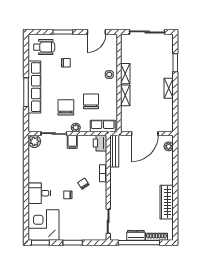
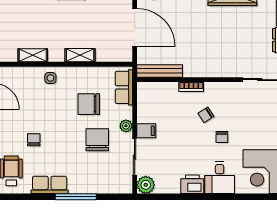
shelving: (125, 74) -> (33, 55), moved
row of seats: (34, 87) -> (50, 185), width x0.50
chair: (66, 107) -> (97, 140), turned 90
printer: (100, 143) -> (192, 184), moved, turned 180

